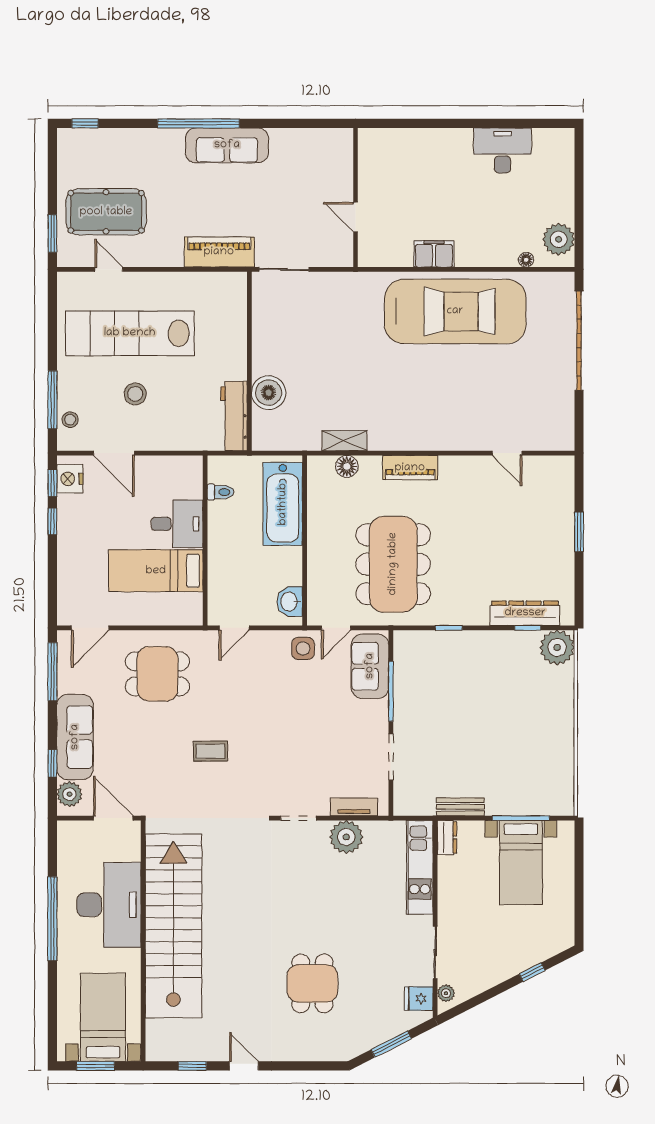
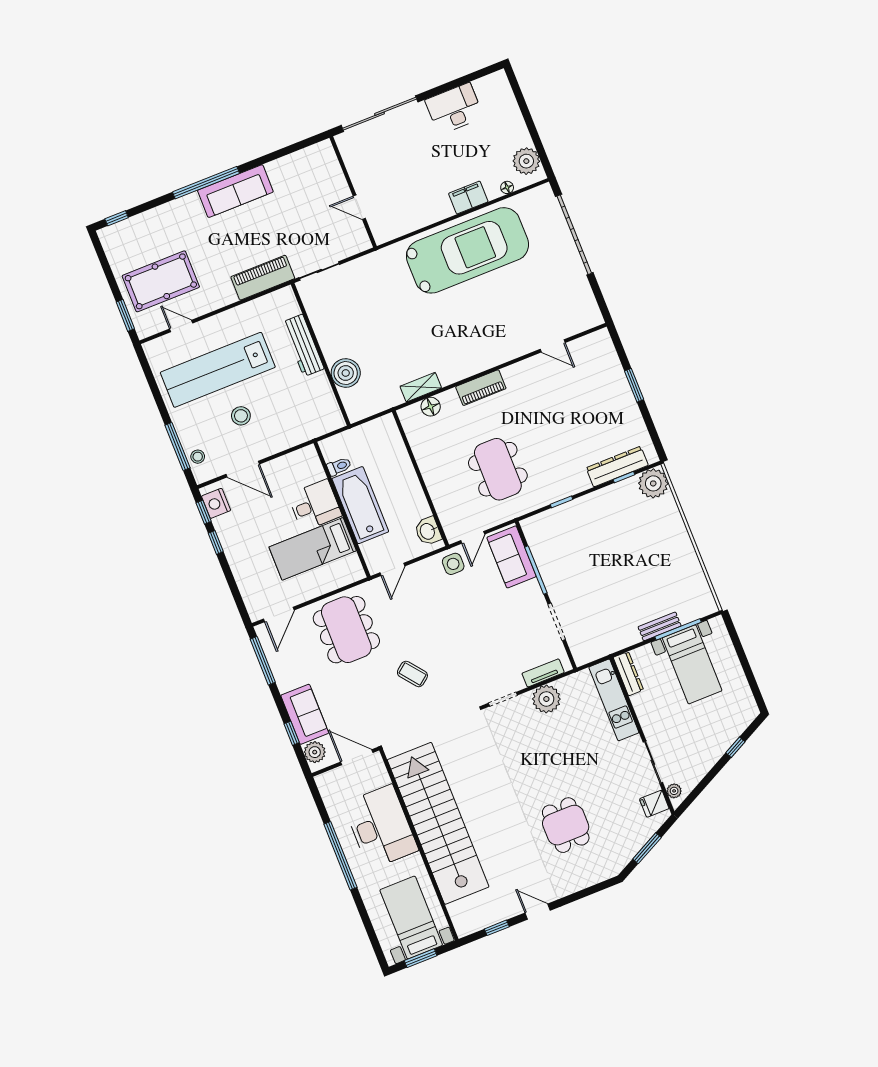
sliding door: (419, 123) -> (380, 114), added
filing cabinet: (434, 254) -> (468, 197), moved
workbench: (234, 416) -> (303, 345), moved
bathtub: (283, 504) -> (360, 505), moved, turned 180
dining table: (393, 564) -> (498, 469), width x0.73, depth x0.80
dining table: (157, 674) -> (346, 630), width x1.38
sofa: (75, 737) -> (305, 714), width x0.73
coffee table: (210, 751) -> (412, 674), turned 52
bench: (460, 807) -> (660, 626), moved
dresser: (447, 837) -> (628, 674), width x1.44

